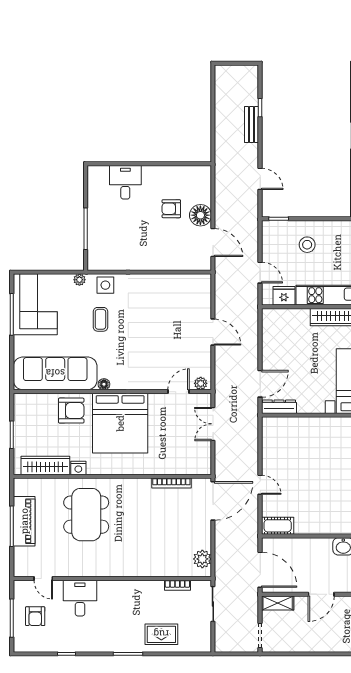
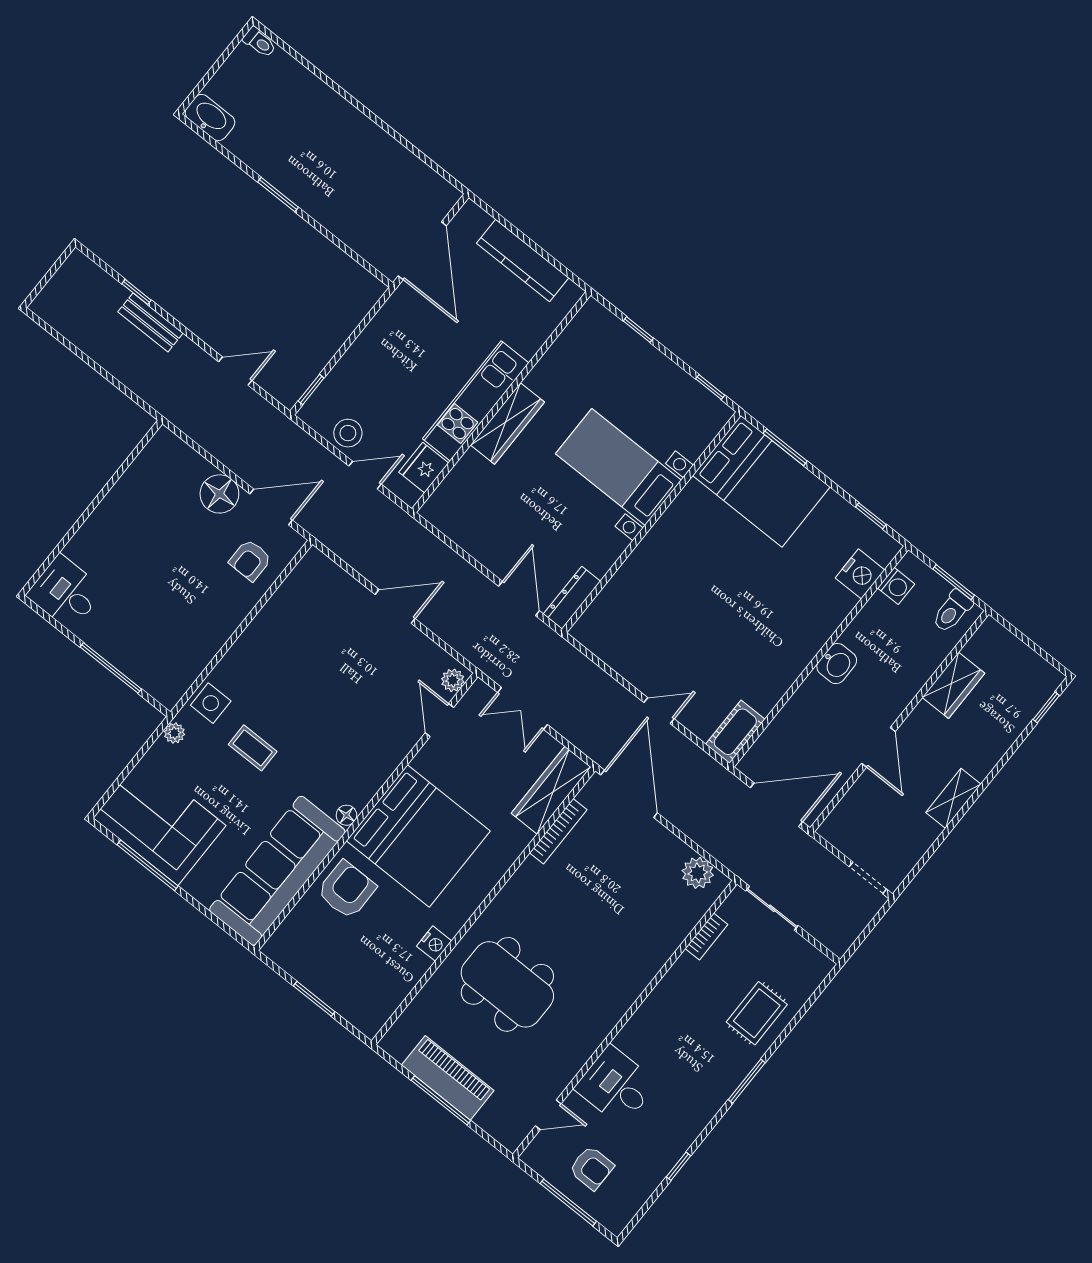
desk: (125, 182) -> (65, 592), moved
armchair: (171, 209) -> (250, 560), moved
stool: (307, 245) -> (348, 433), moved
wardrobe: (45, 465) -> (551, 790), moved
shelving: (278, 603) -> (953, 798), moved

